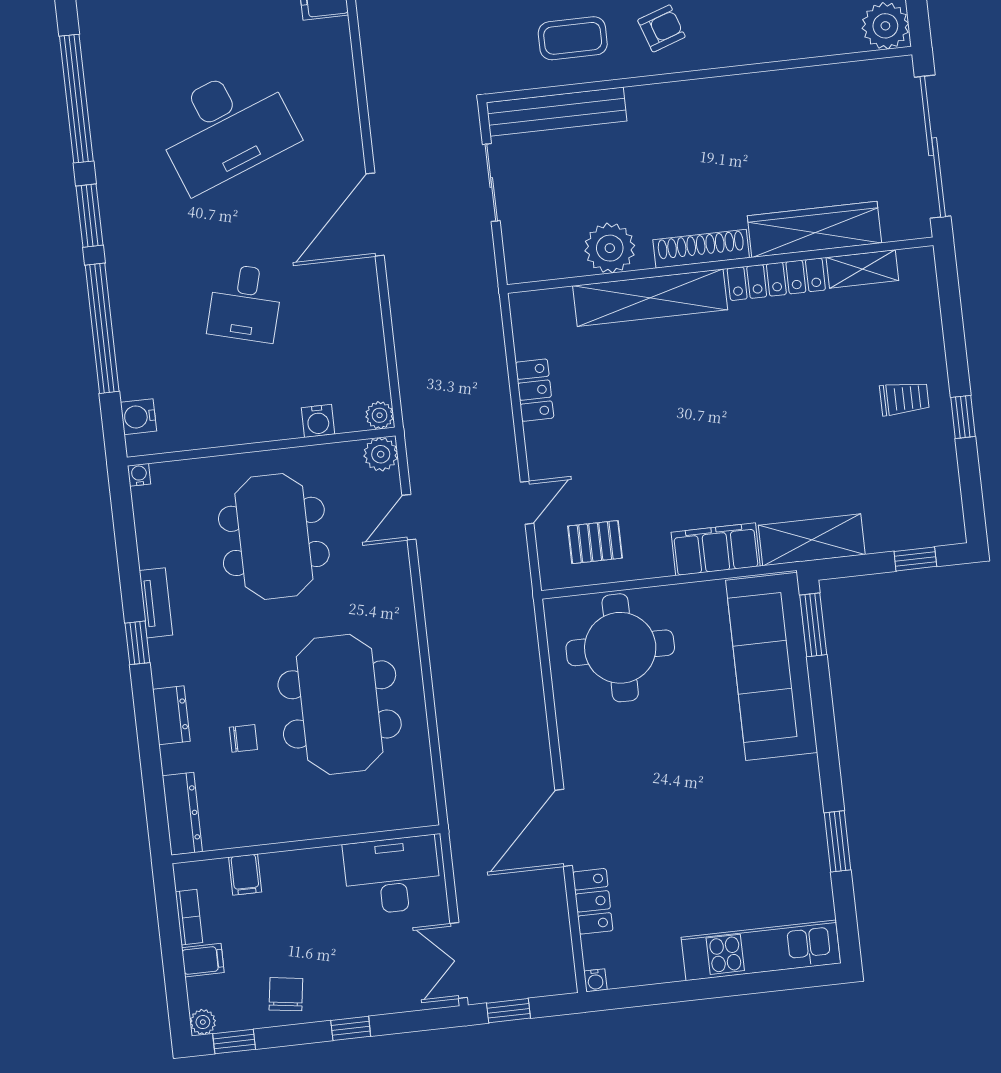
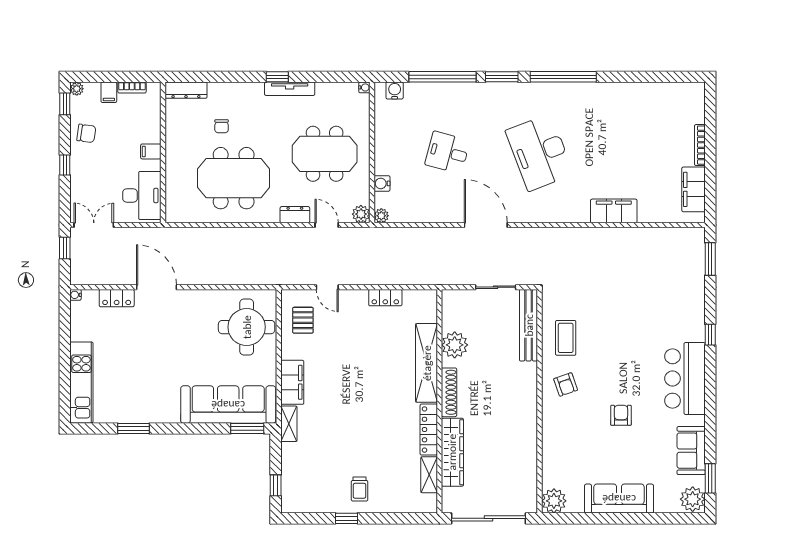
shelving: (812, 540) -> (289, 424), width x0.67, depth x0.75
tv unit: (156, 603) -> (290, 89), width x1.41
dresser: (171, 715) -> (295, 215), moved, turned 180
filing cabinet: (245, 875) -> (151, 151), moved

